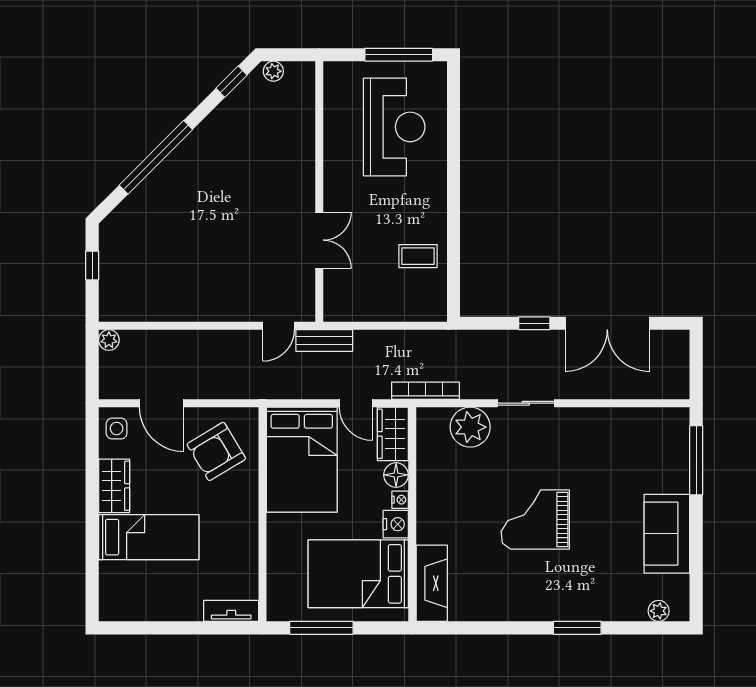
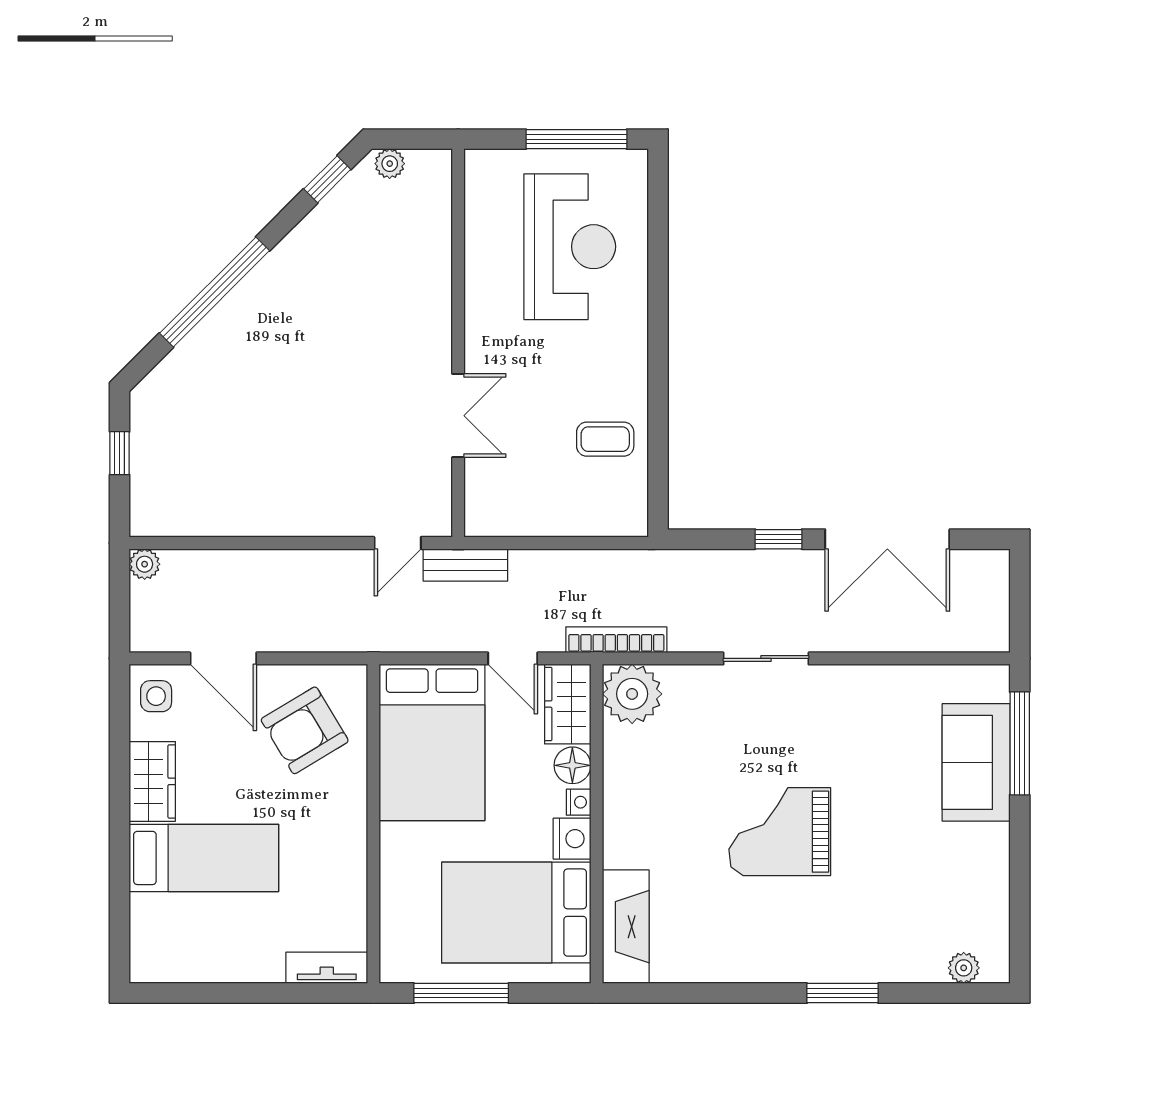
plant: (470, 427) -> (632, 694), moved
sofa: (667, 534) -> (976, 762), moved

